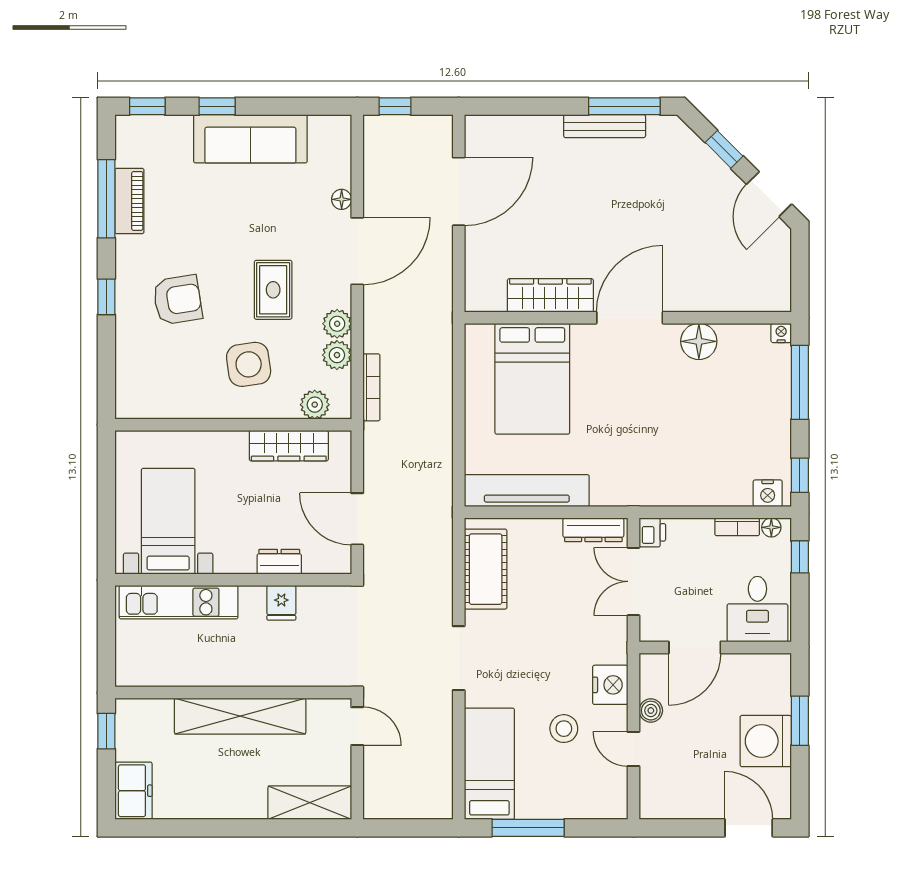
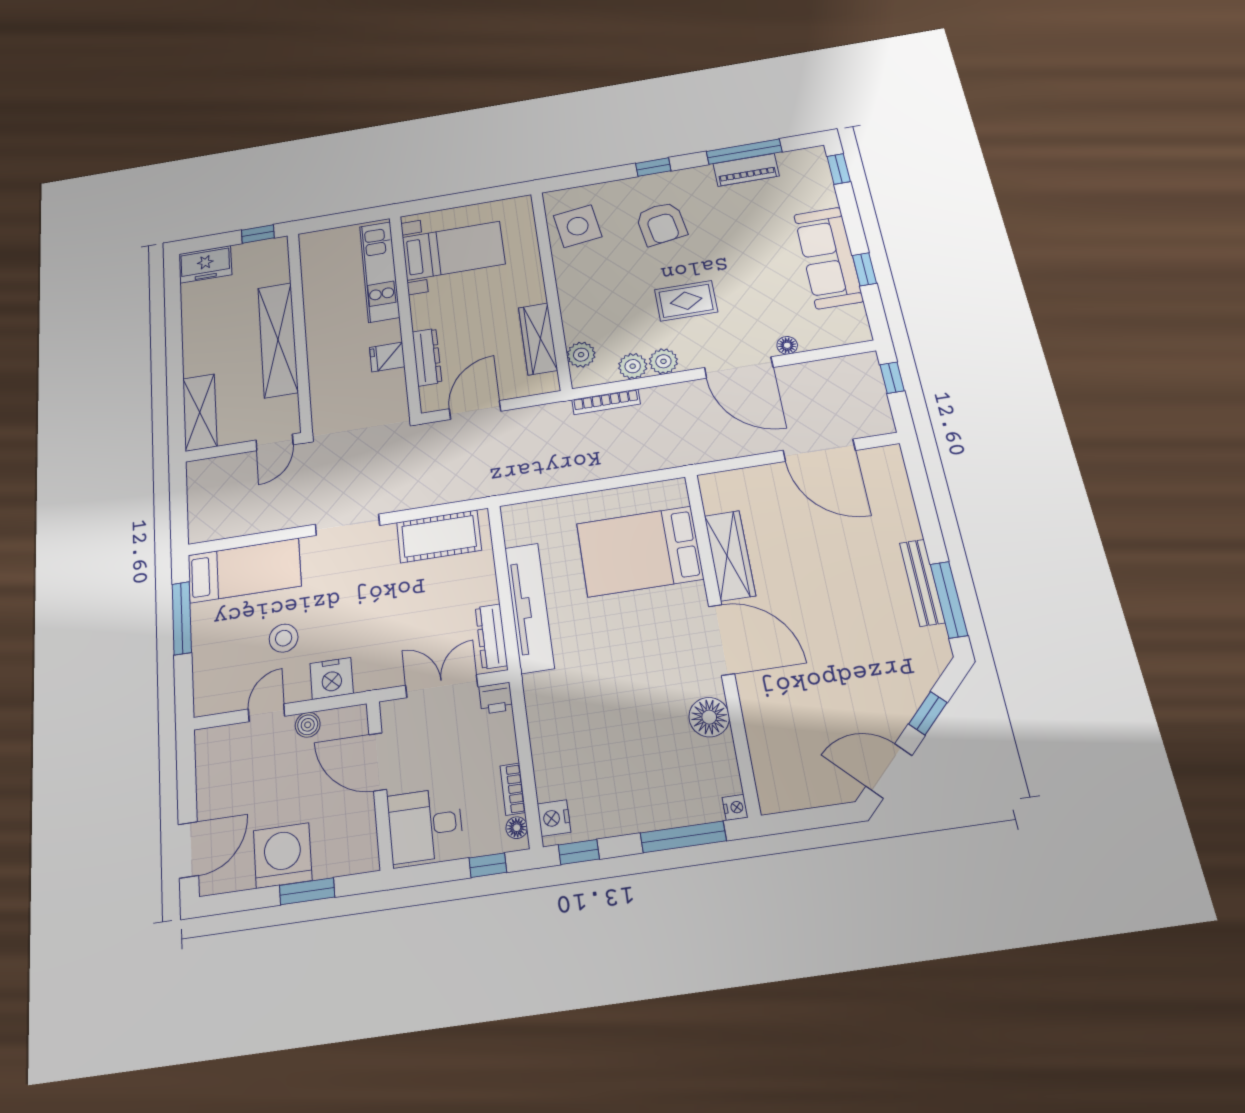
window: (217, 106) -> (864, 269), moved
side table: (249, 364) -> (578, 226), moved
tv unit: (527, 491) -> (529, 607), moved
dresser: (279, 562) -> (427, 357), width x1.44

